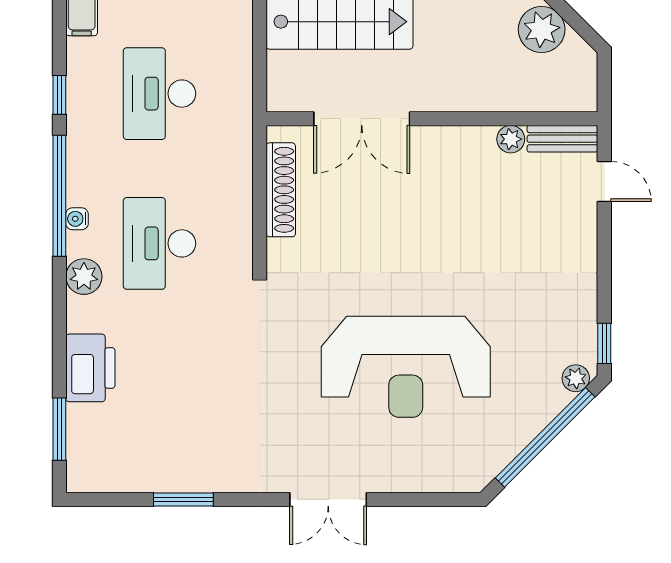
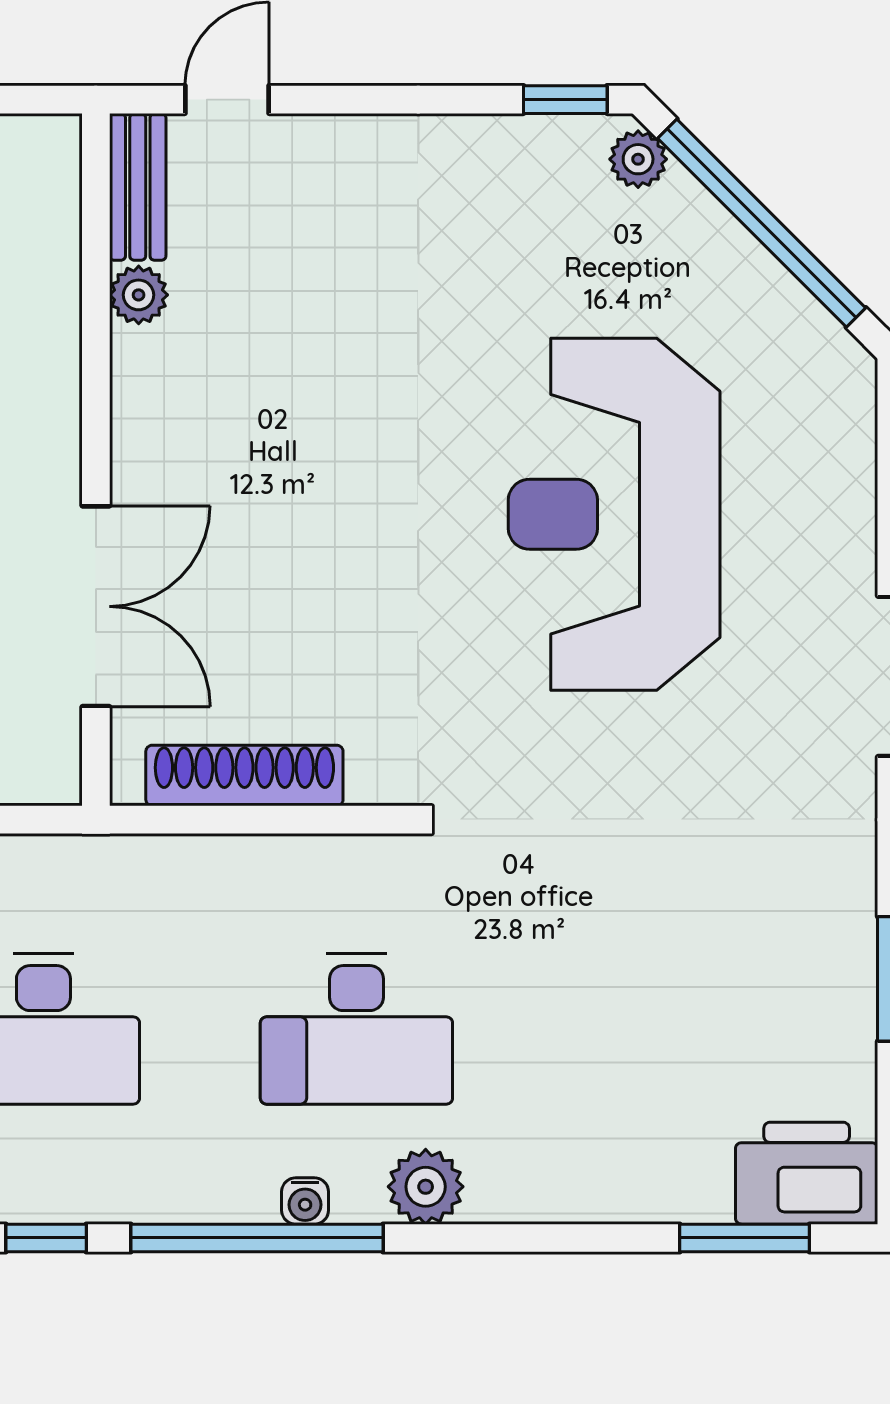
reception desk: (406, 367) -> (614, 514), turned 180
printer: (90, 368) -> (807, 1173), moved

